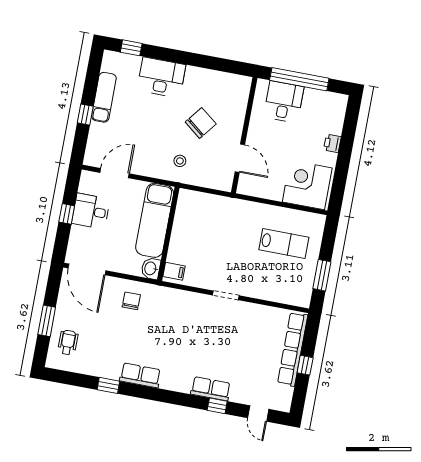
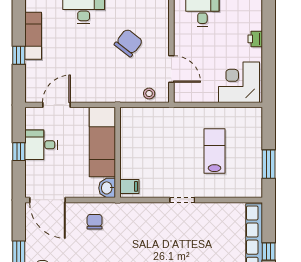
stool: (180, 161) -> (149, 94), moved
lab bench: (284, 243) -> (215, 151), moved, turned -90

